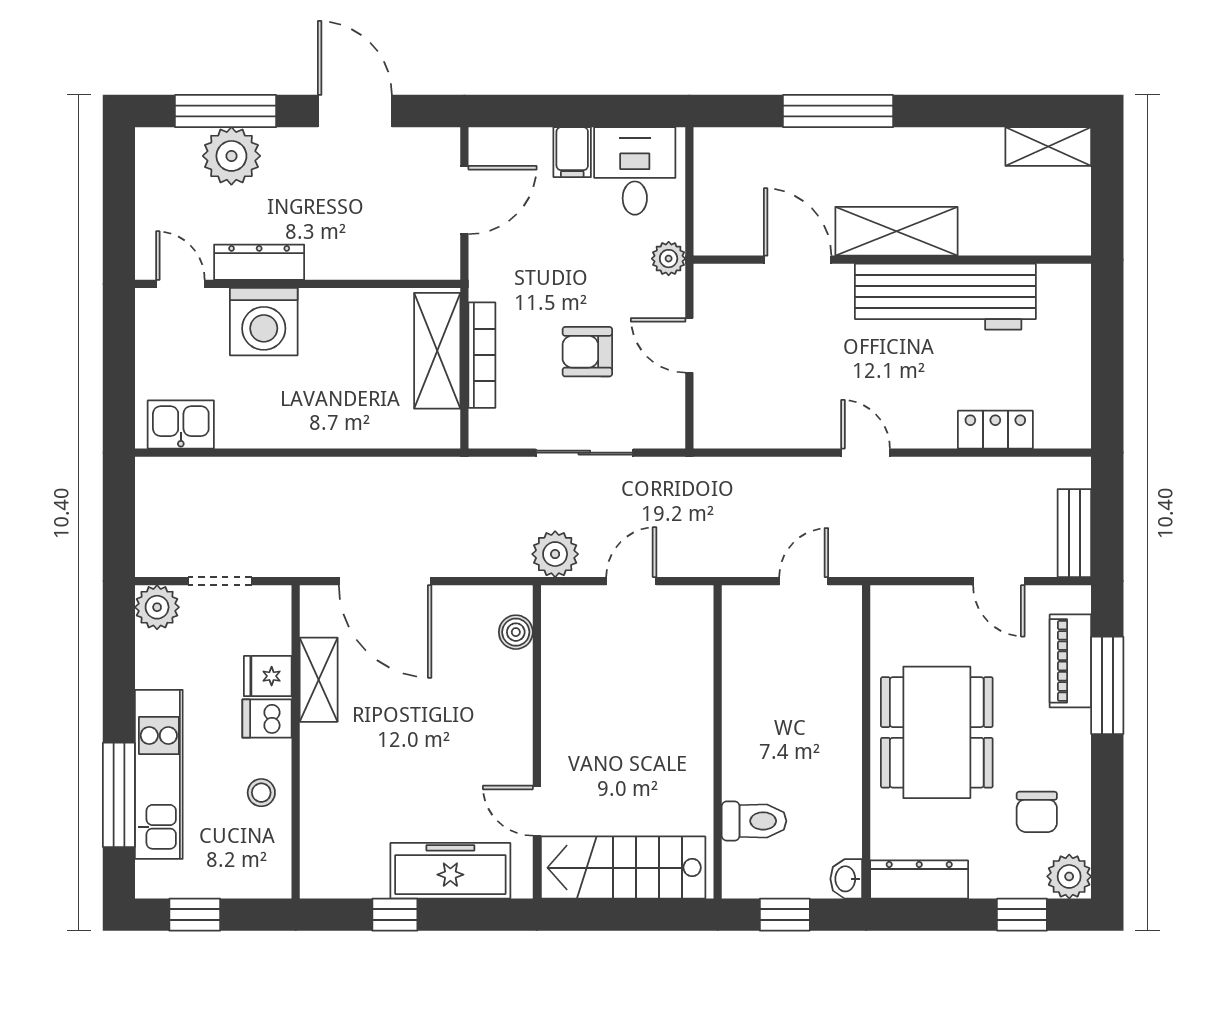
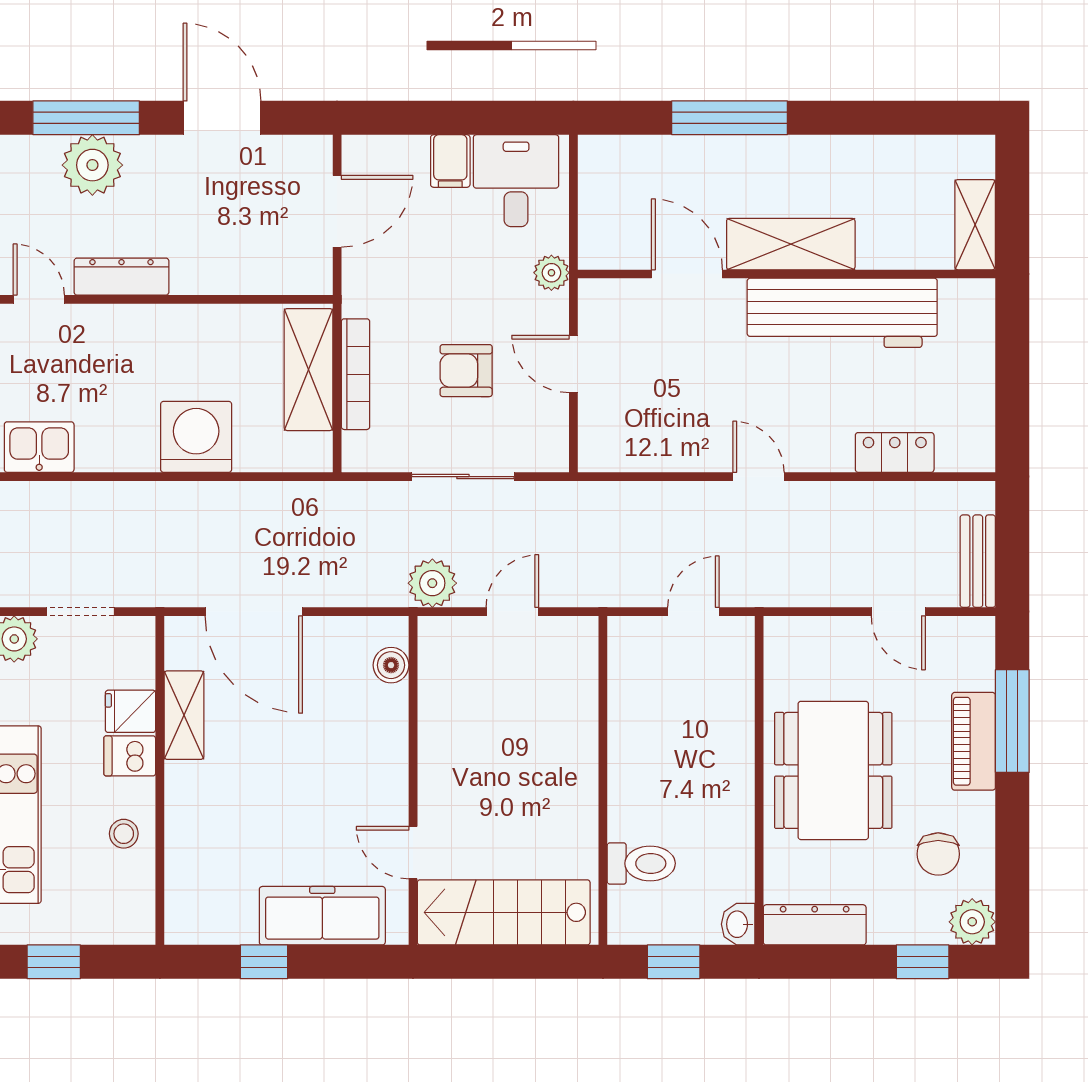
shelving: (1048, 146) -> (975, 225), moved, turned 90
washing machine: (264, 322) -> (196, 437), moved, turned 180
piano: (1070, 661) -> (974, 741), moved

